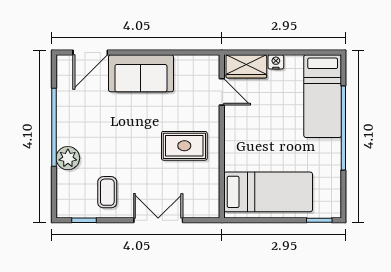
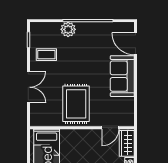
rug: (184, 146) -> (76, 104), width x1.36, depth x1.43

